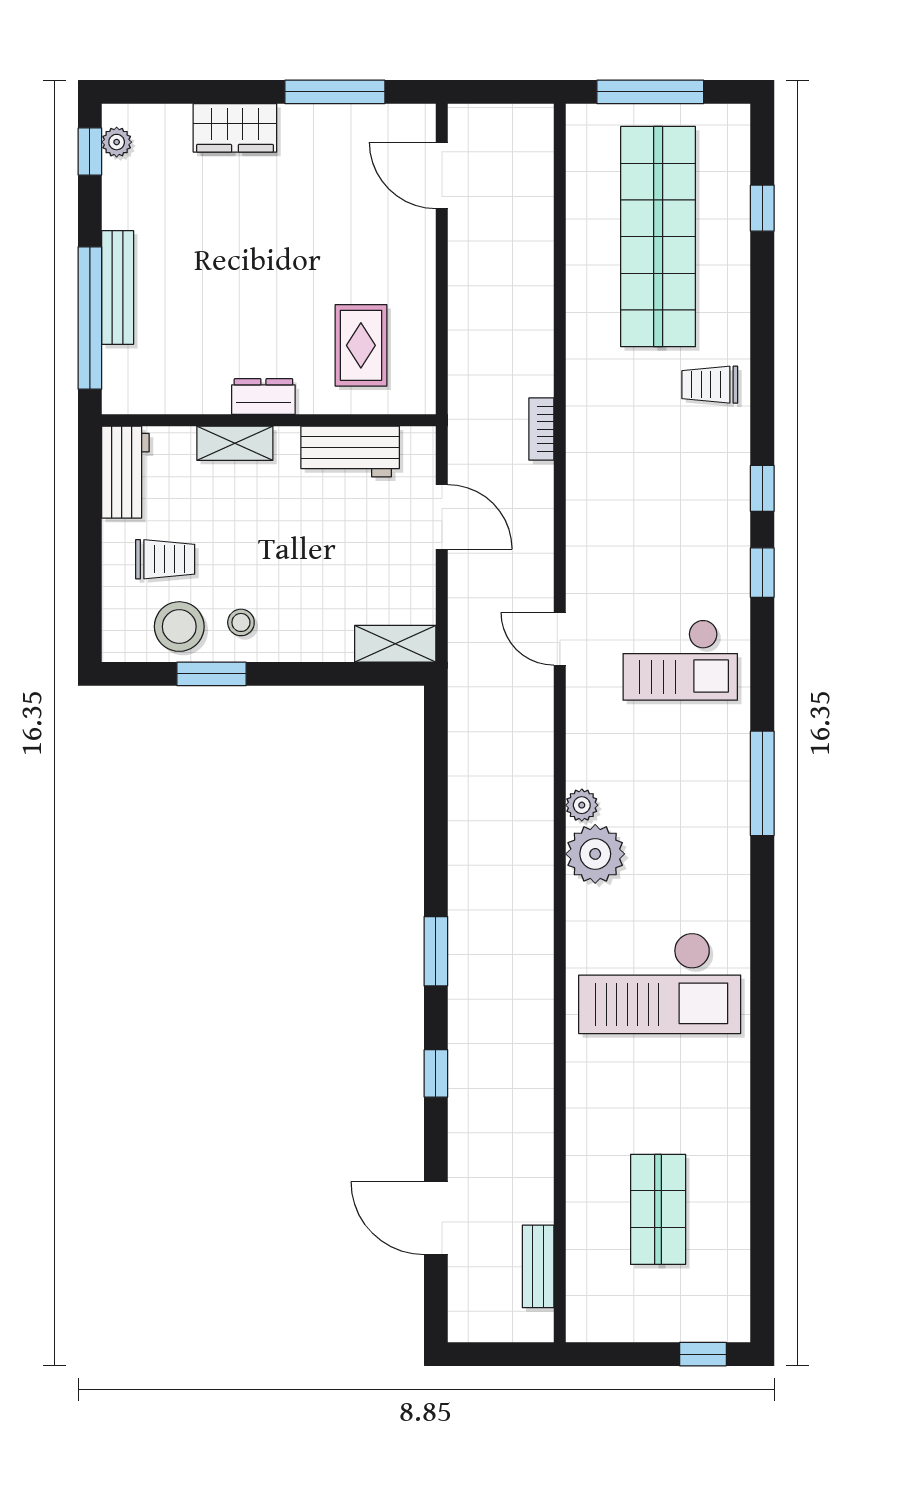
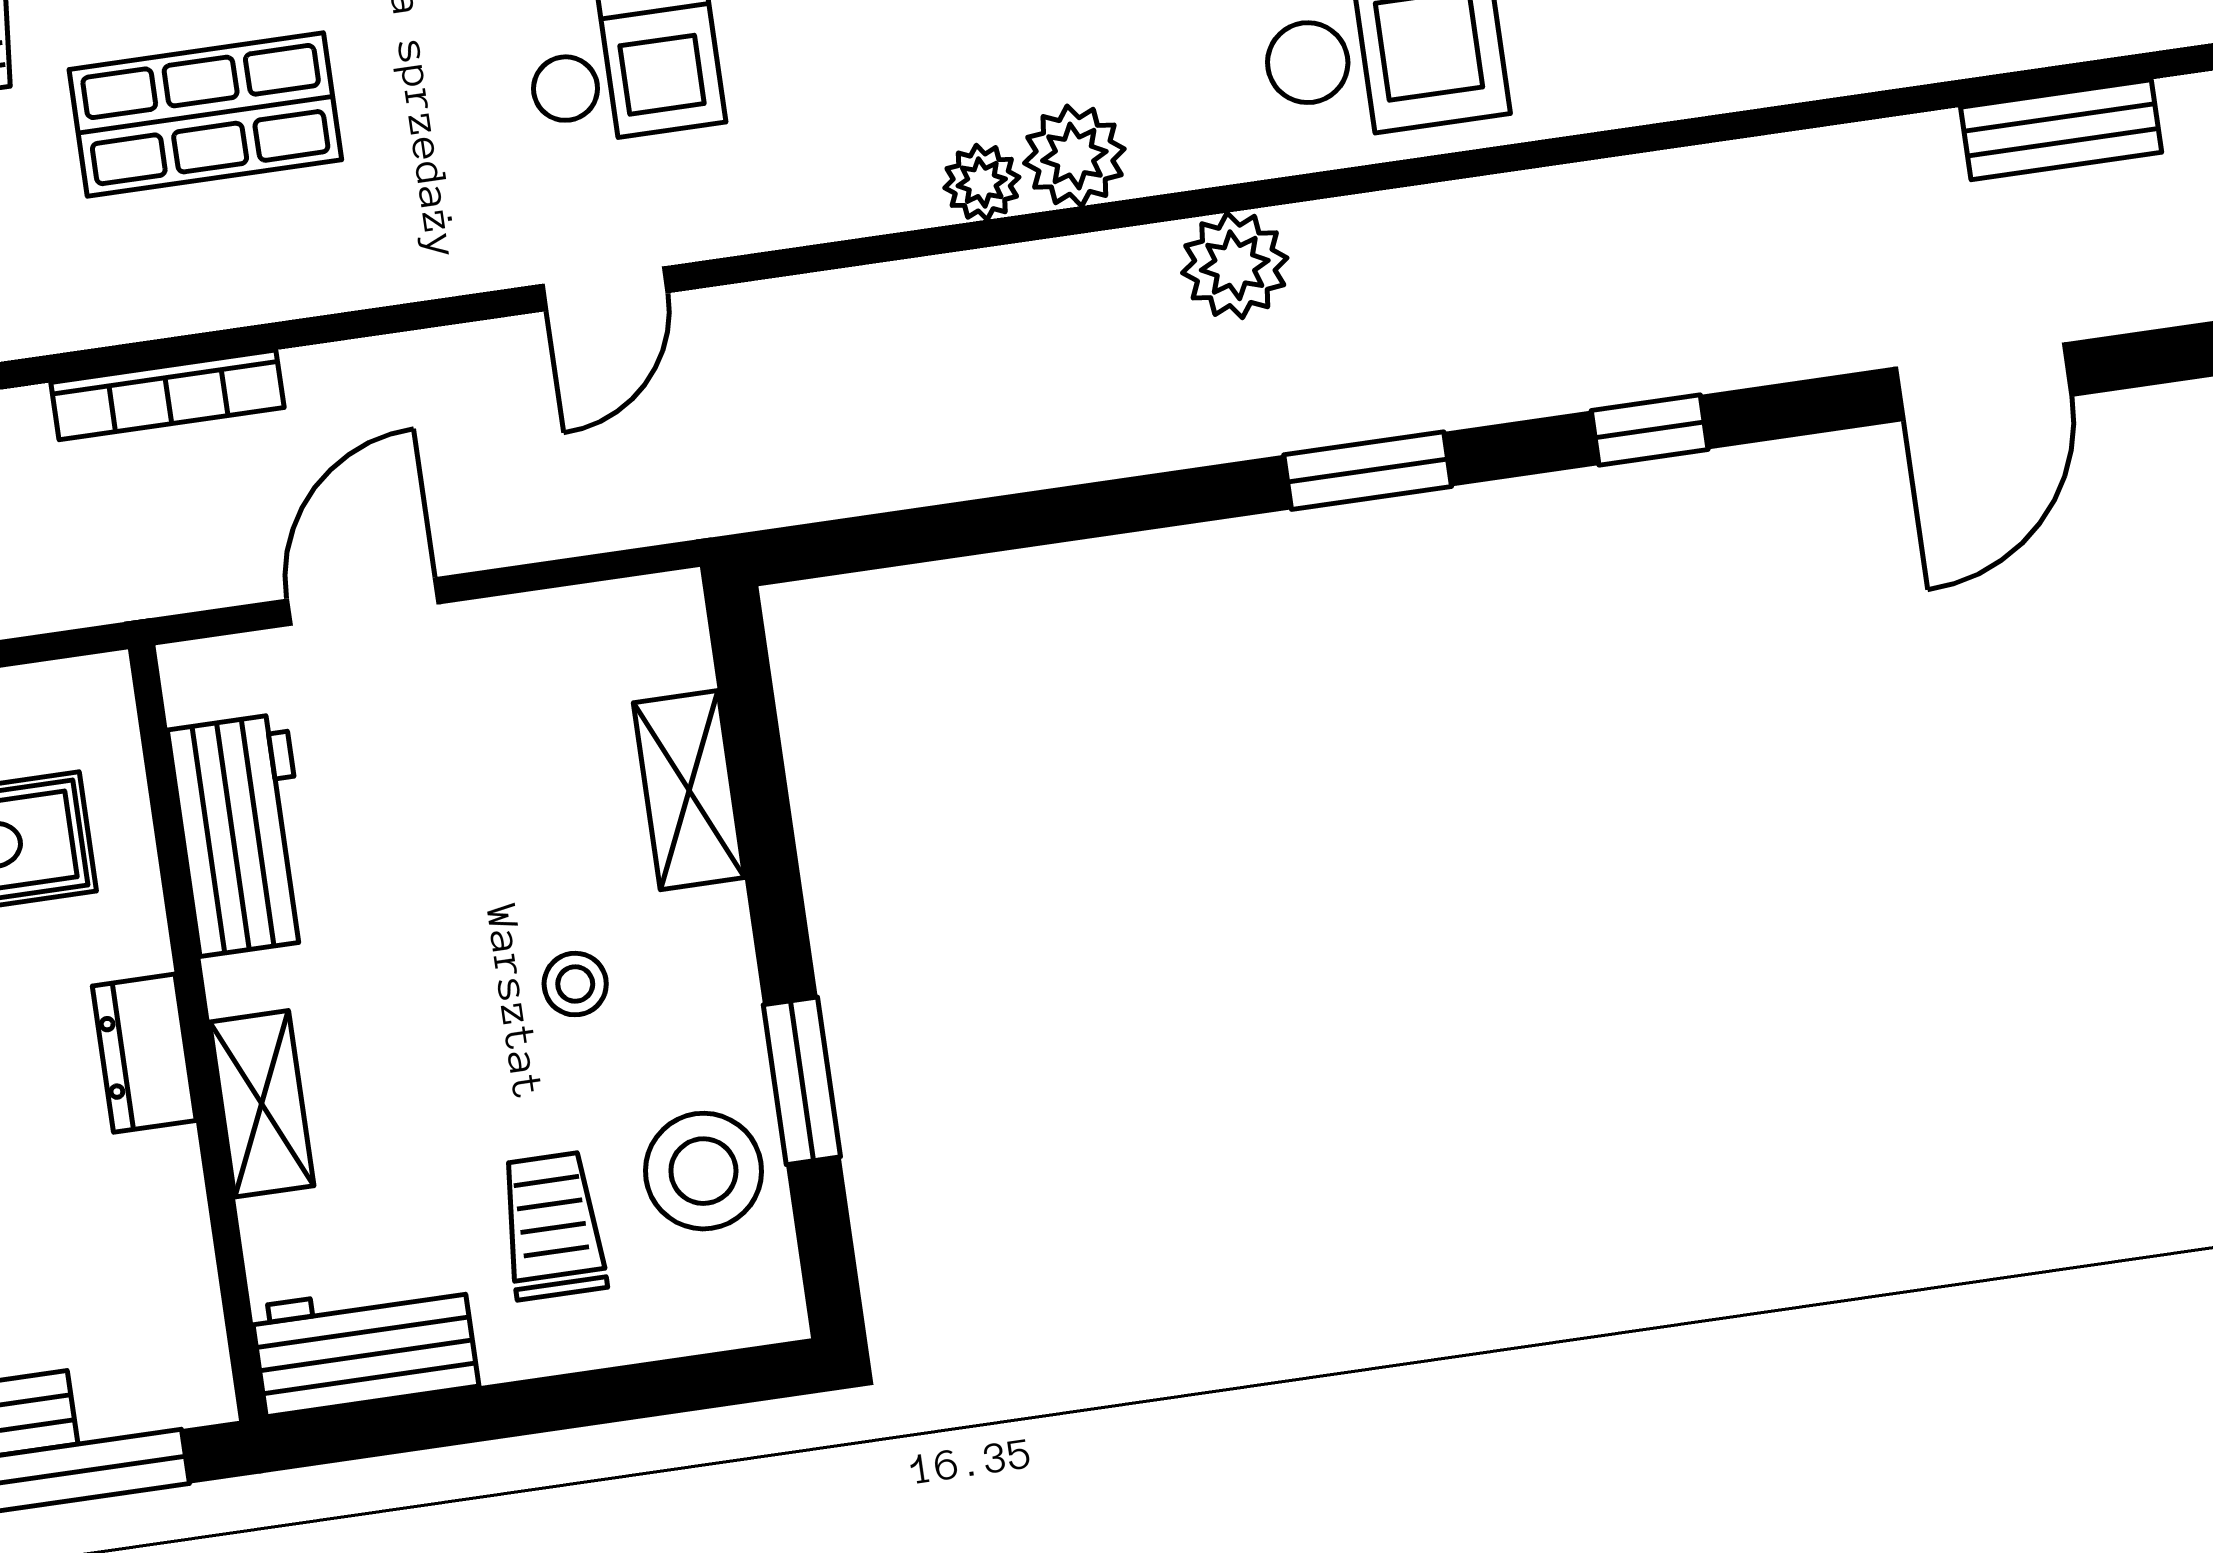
bookcase: (541, 429) -> (167, 395), width x1.56
shop shelf: (658, 480) -> (205, 115), added
stool: (241, 622) -> (575, 984), moved
shelving: (395, 644) -> (689, 790), moved
plant: (595, 854) -> (1074, 156), width x0.73, depth x0.73
plant: (531, 907) -> (1235, 265), added

